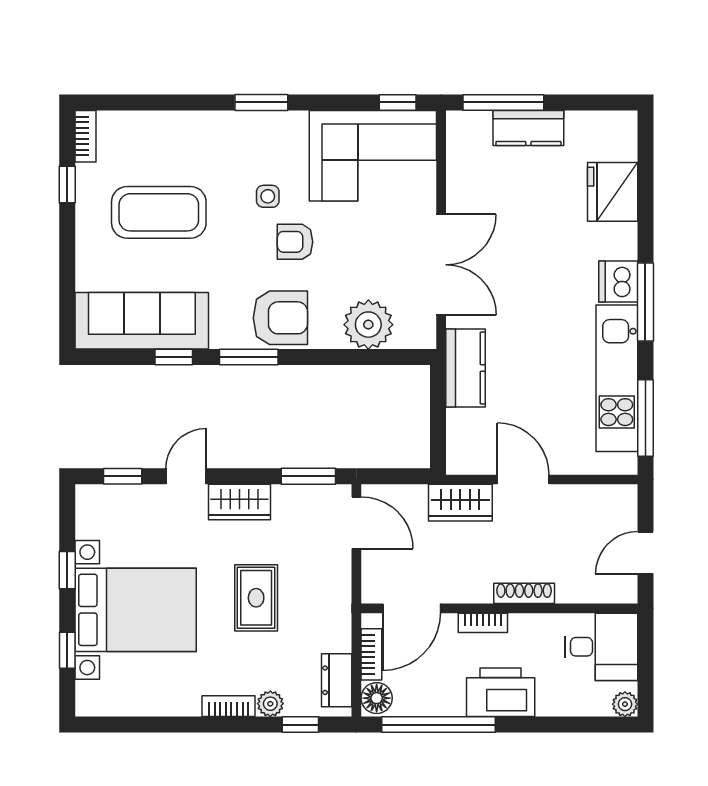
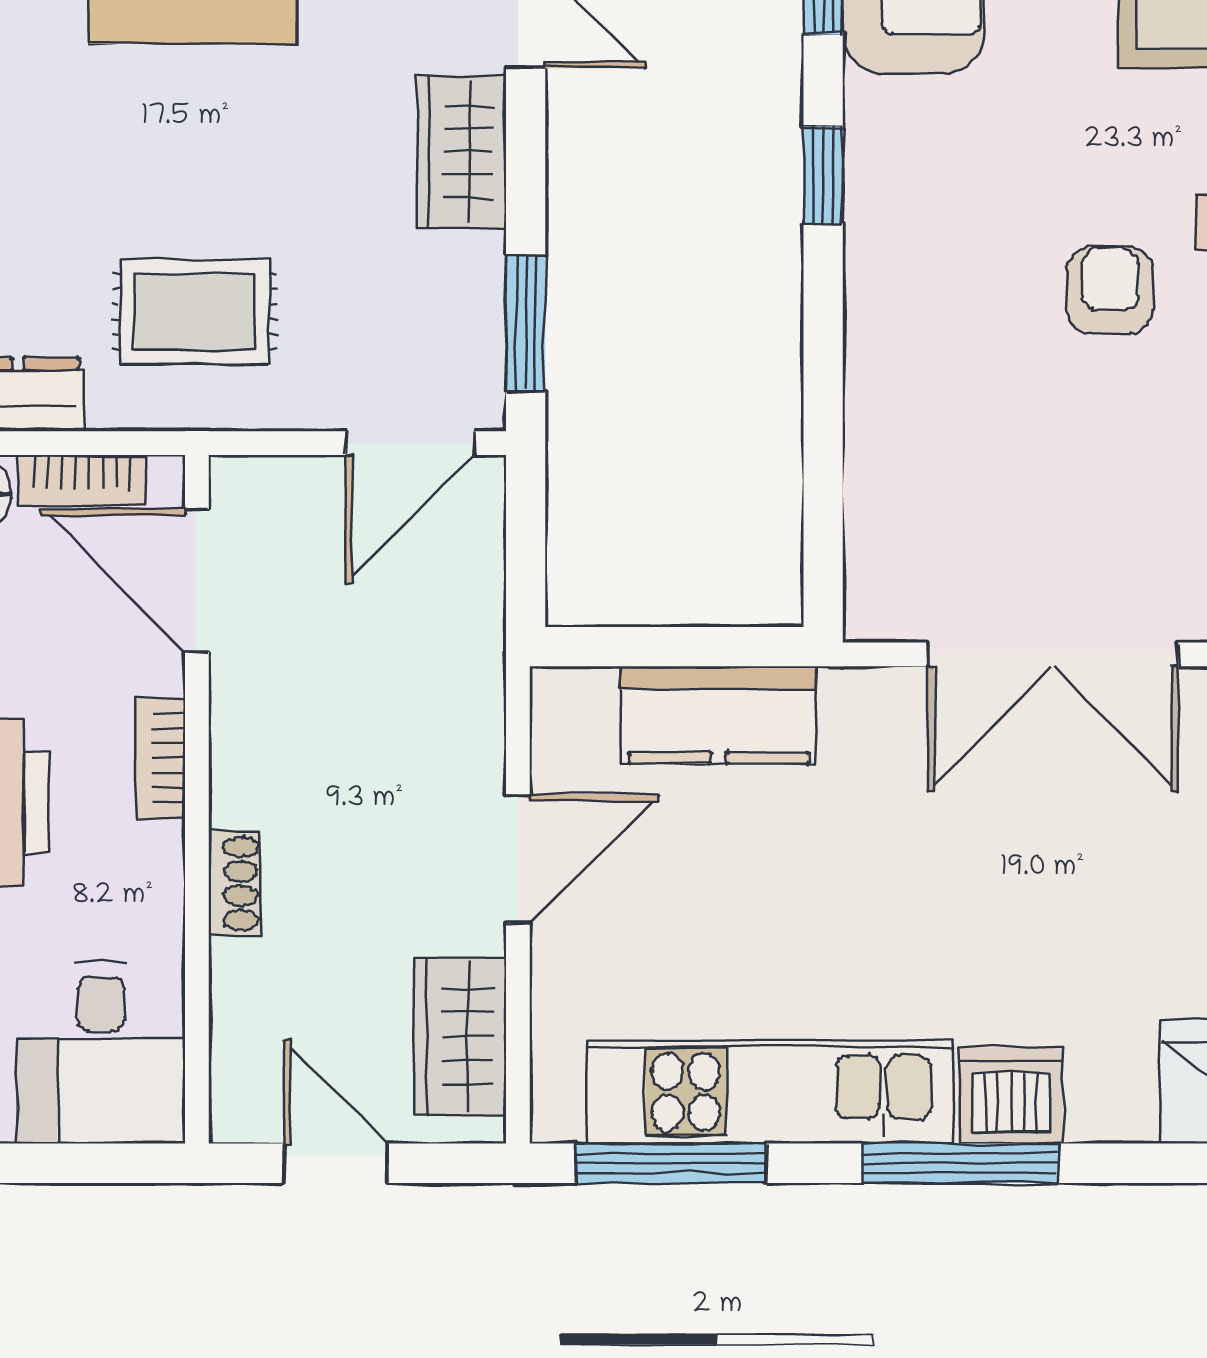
armchair: (280, 318) -> (921, 254), removed
plant: (368, 325) -> (904, 473), removed
window: (249, 357) -> (823, 175), width x0.67
kitchen counter: (465, 368) -> (719, 715), moved
wardrobe: (460, 503) -> (460, 1037), moved
shoe rack: (524, 593) -> (234, 884), width x0.70
rug: (256, 598) -> (195, 312), moved

